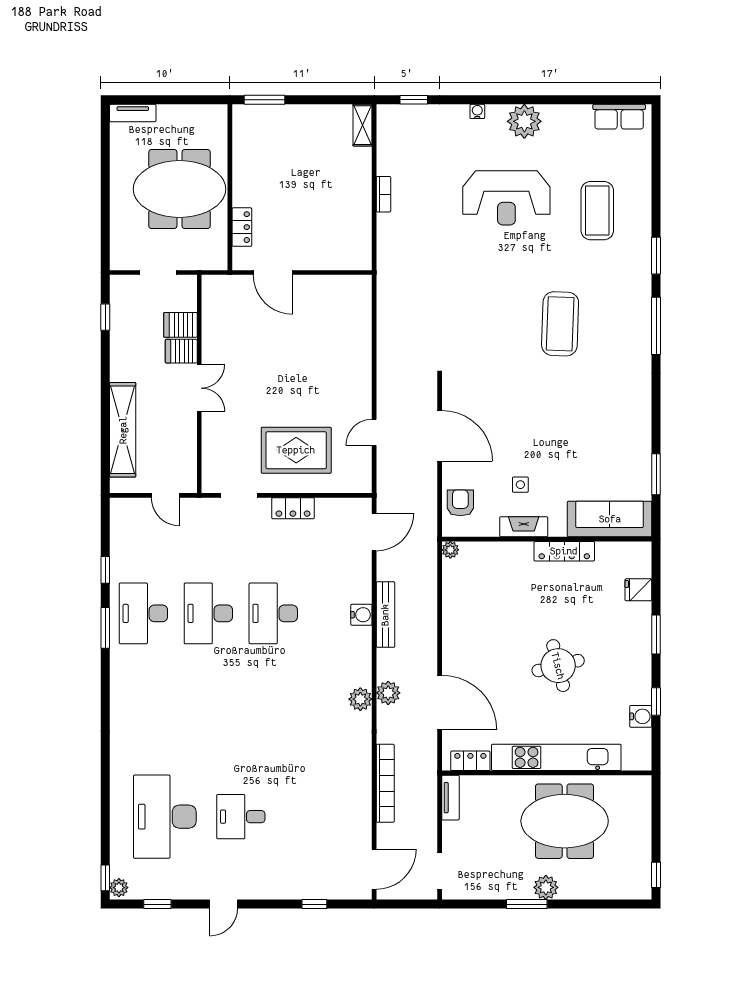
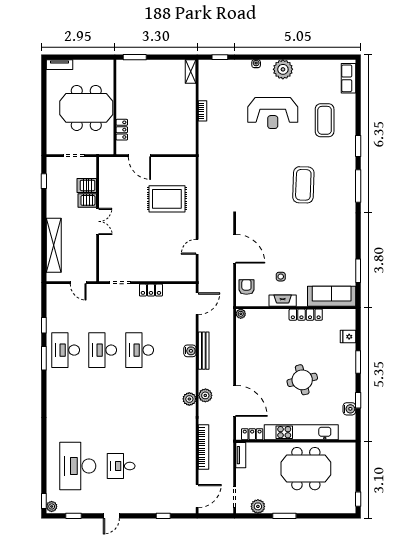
row of seats: (619, 117) -> (348, 78), moved, turned 90
rug: (296, 450) -> (167, 199), moved
plant: (546, 887) -> (258, 506), moved

